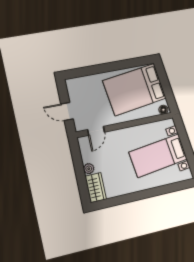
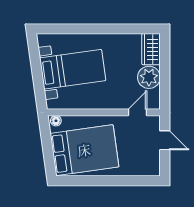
plant: (89, 169) -> (149, 77), width x1.88, depth x1.88

